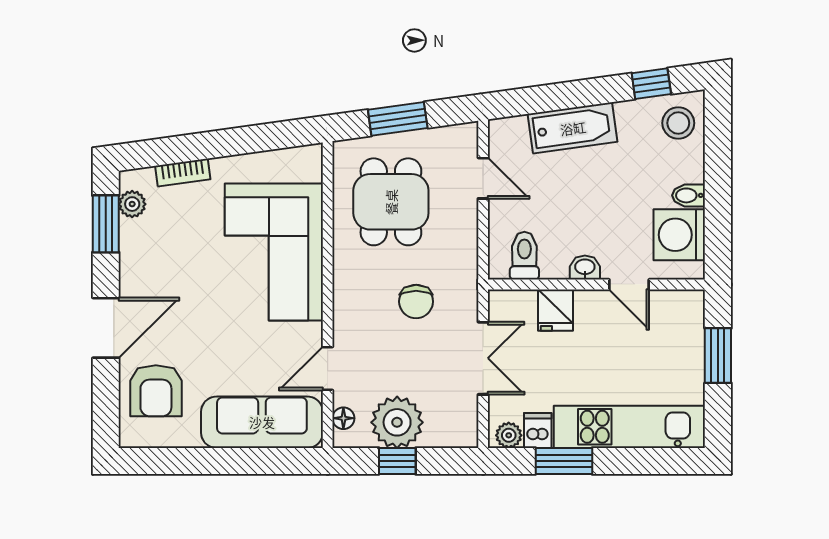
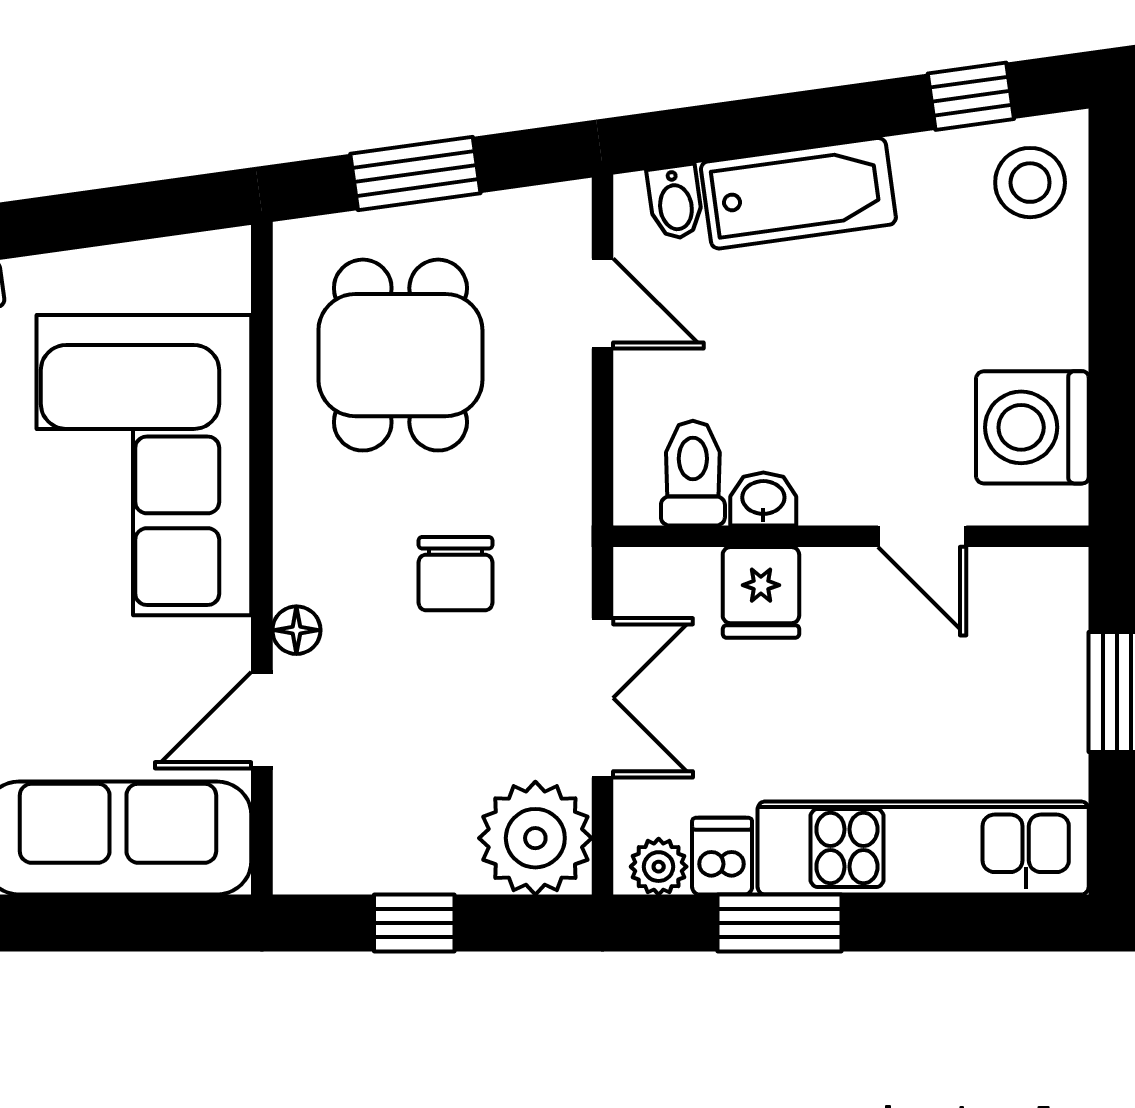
bidet: (689, 195) -> (675, 202), moved, turned -98
washbasin: (585, 268) -> (763, 499), moved
floor lamp: (343, 418) -> (296, 630), moved
plant: (397, 422) -> (535, 838), moved

